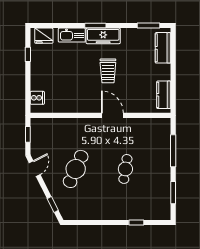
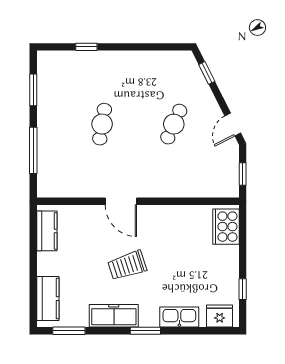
freezer: (103, 36) -> (114, 316), moved
trolley: (108, 71) -> (127, 265), turned -108
cooker: (37, 98) -> (226, 227), width x1.87, depth x1.31
cafe table: (76, 169) -> (174, 124), width x0.73, depth x0.74

